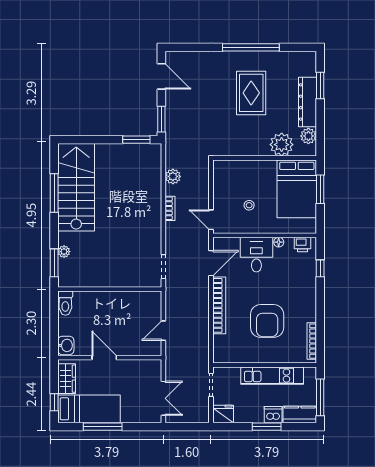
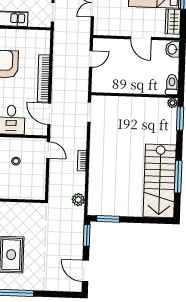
plant: (173, 176) -> (78, 200), moved
plant: (64, 252) -> (172, 103), moved
door: (211, 263) -> (49, 114), hinge flipped

